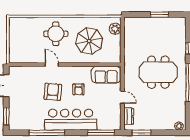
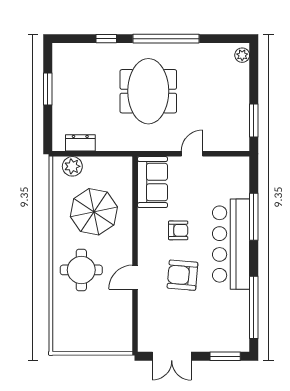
dresser: (129, 116) -> (80, 143), moved
window: (47, 133) -> (254, 307), moved
window: (101, 133) -> (254, 217), moved

